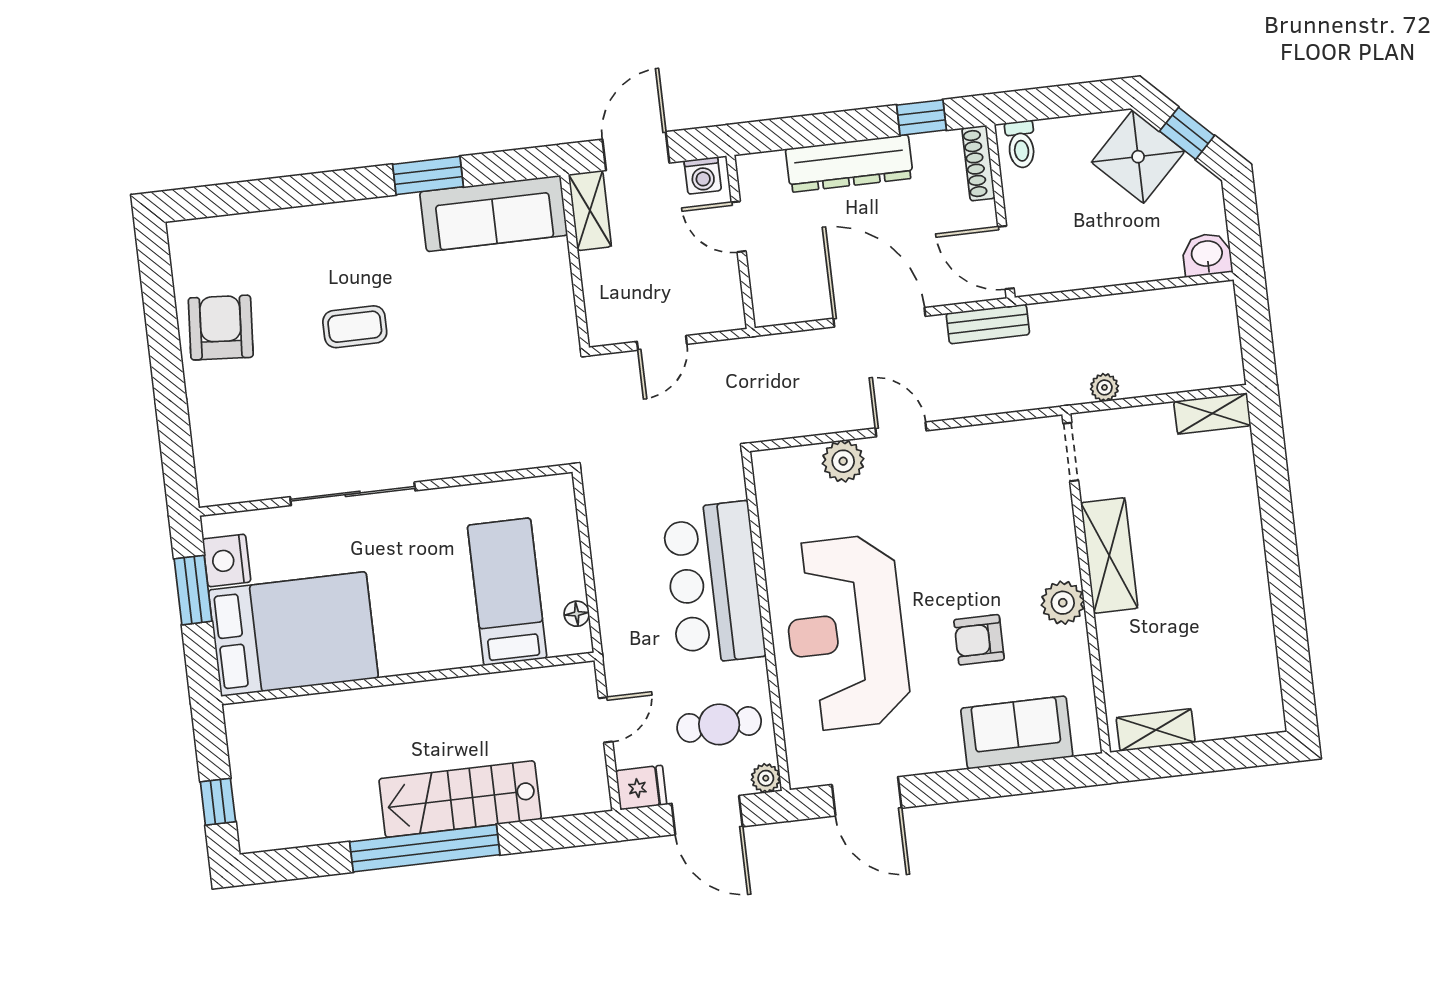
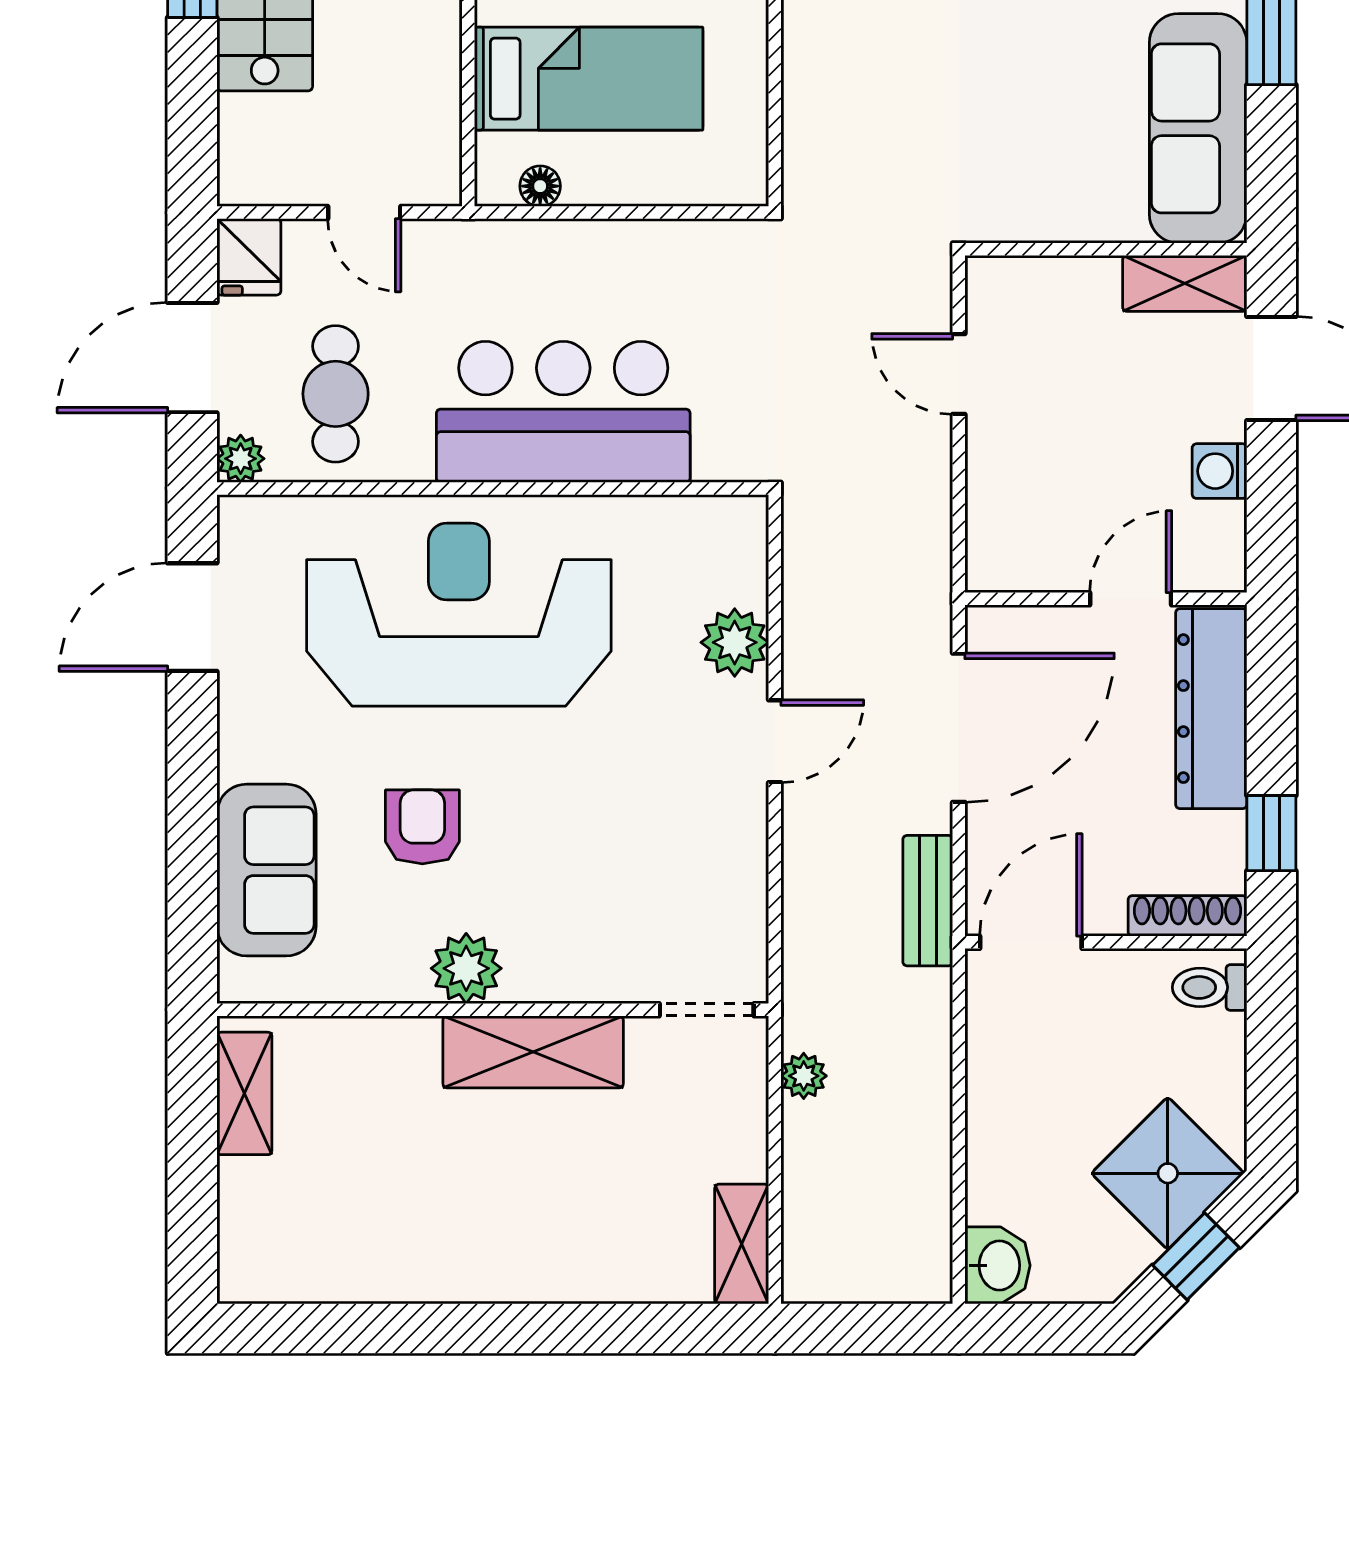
door: (739, 227) -> (1131, 599), moved
wall: (740, 242) -> (1106, 599), moved

